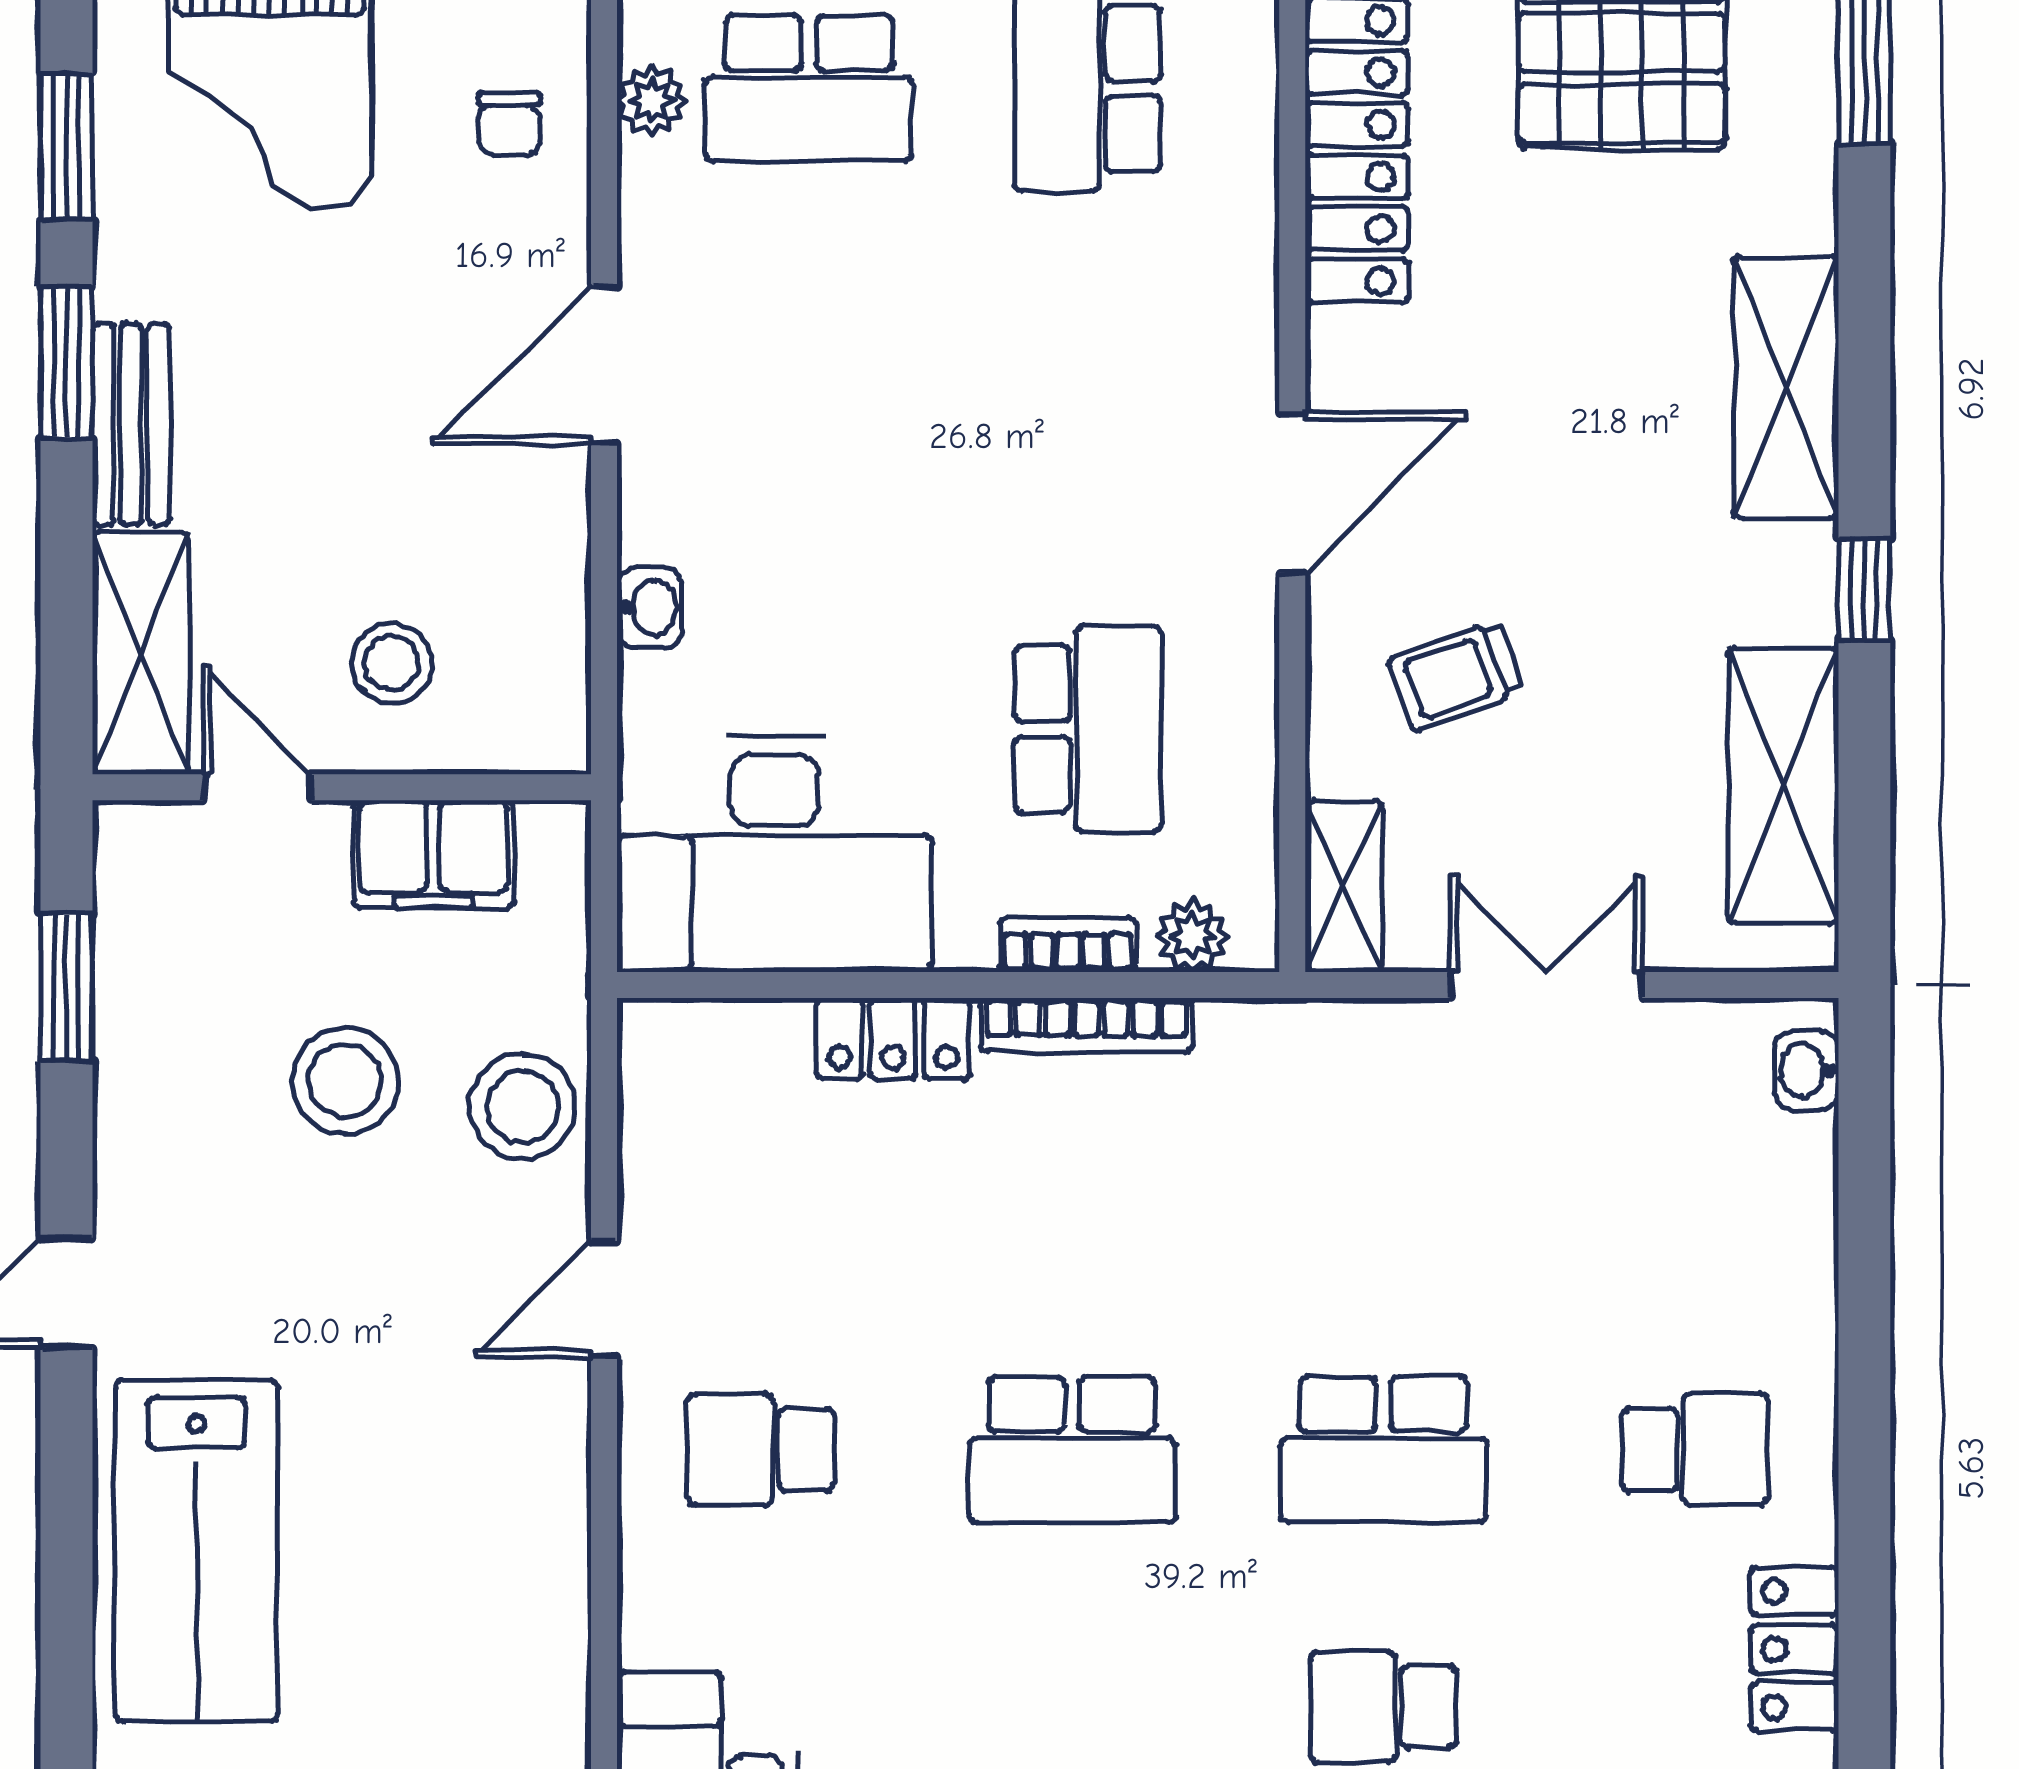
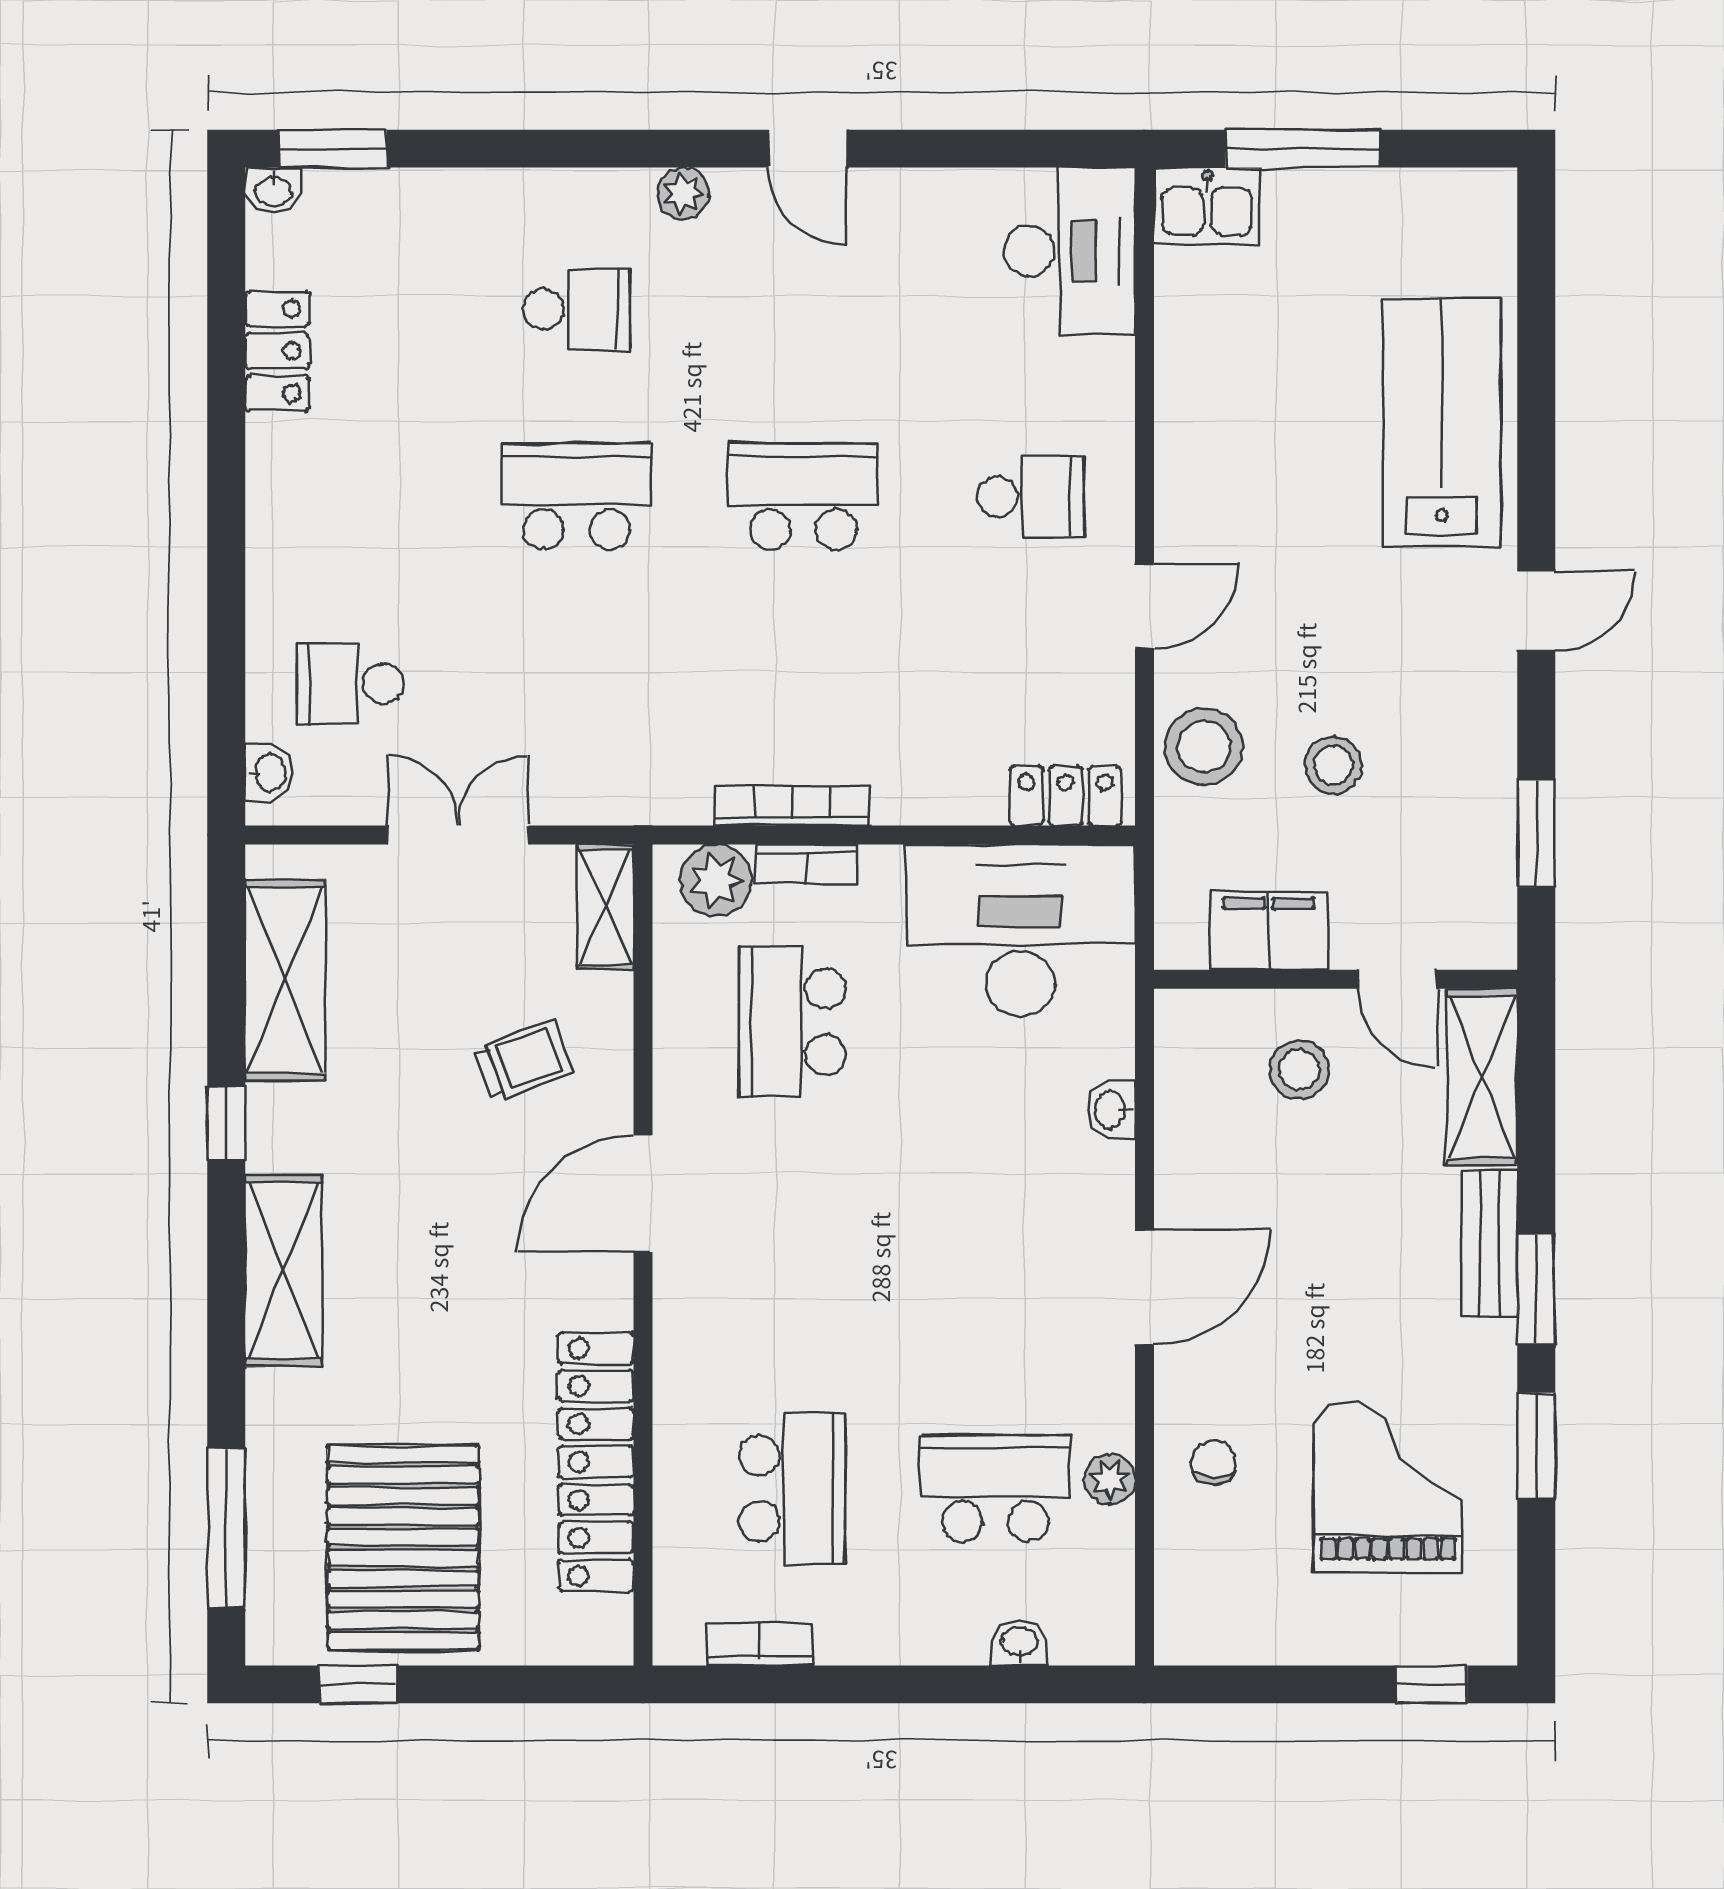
plant: (1192, 936) -> (716, 880), width x1.38, depth x1.38
double door: (1546, 985) -> (458, 835), swing flipped
locker: (893, 1039) -> (1066, 796), moved
stool: (345, 1081) -> (1333, 765), width x0.73, depth x0.73
school desk: (1695, 1450) -> (350, 684), moved

